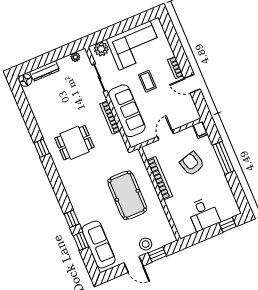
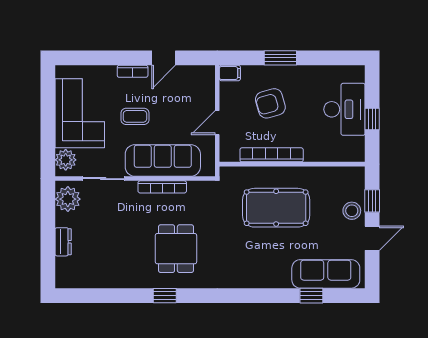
plant: (75, 57) -> (68, 199), width x1.88, depth x1.88
dresser: (45, 71) -> (63, 242), width x0.70
floor lamp: (25, 80) -> (64, 279), removed
door: (165, 135) -> (217, 123), hinge flipped
window: (223, 158) -> (280, 58), width x0.69
desk: (204, 214) -> (344, 109), width x1.37
window: (72, 219) -> (276, 296), removed
window: (228, 225) -> (372, 119), moved

